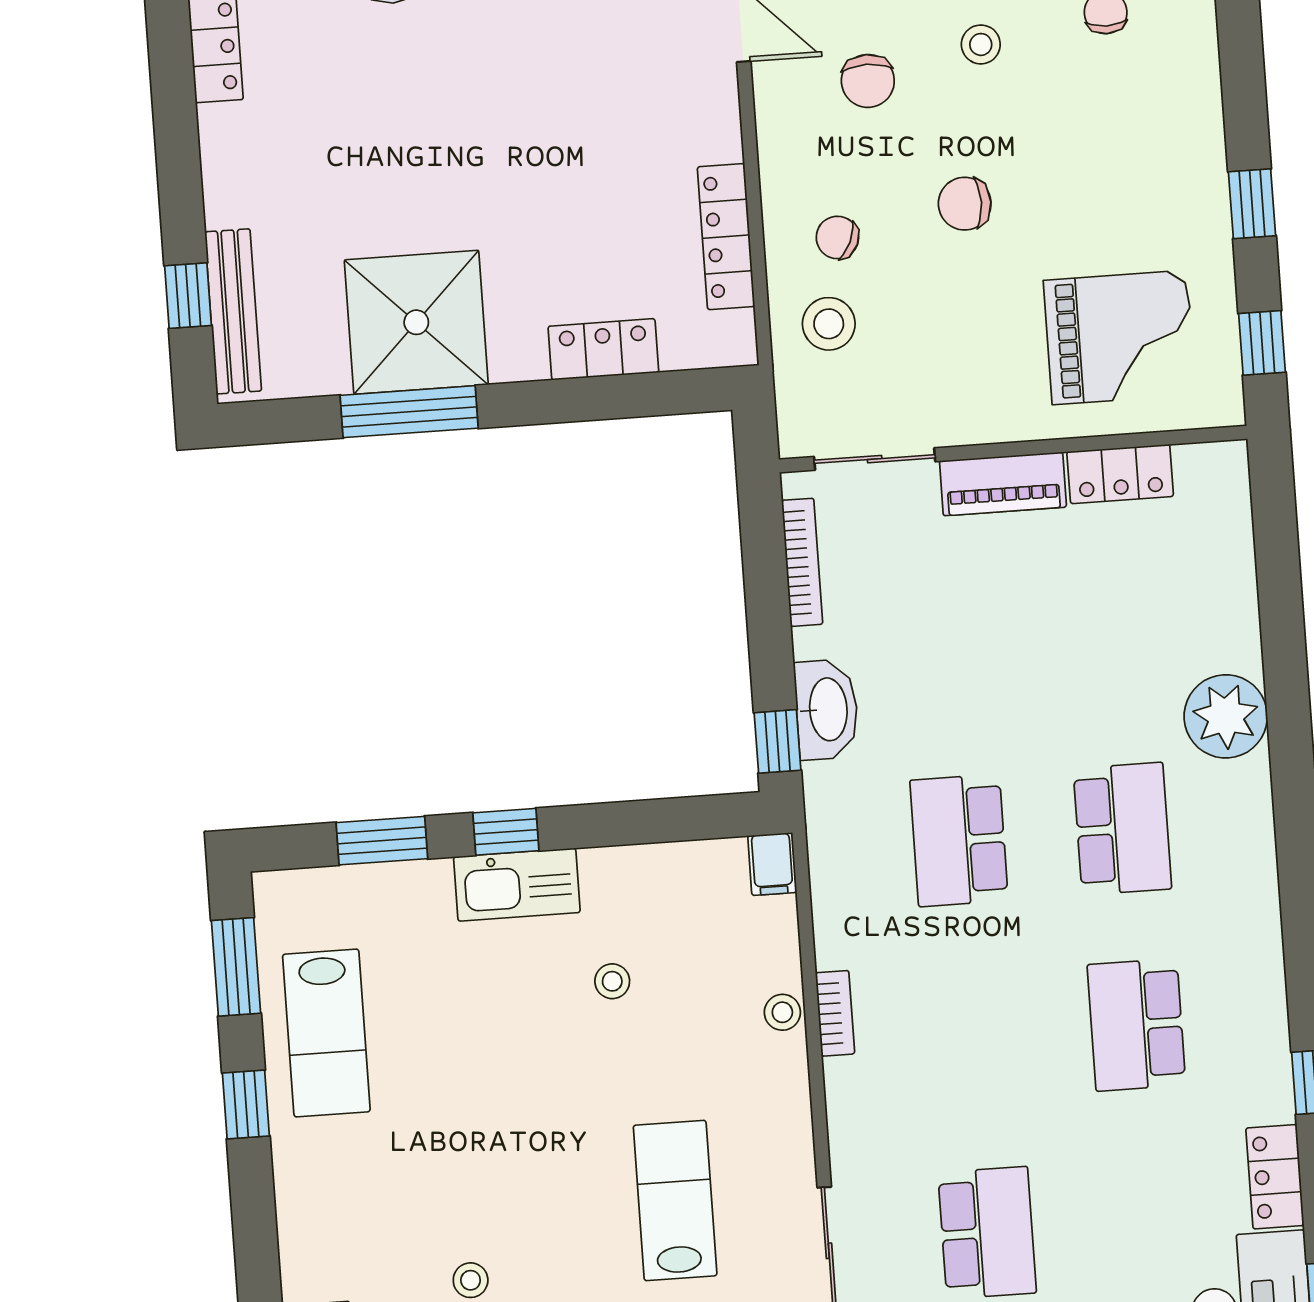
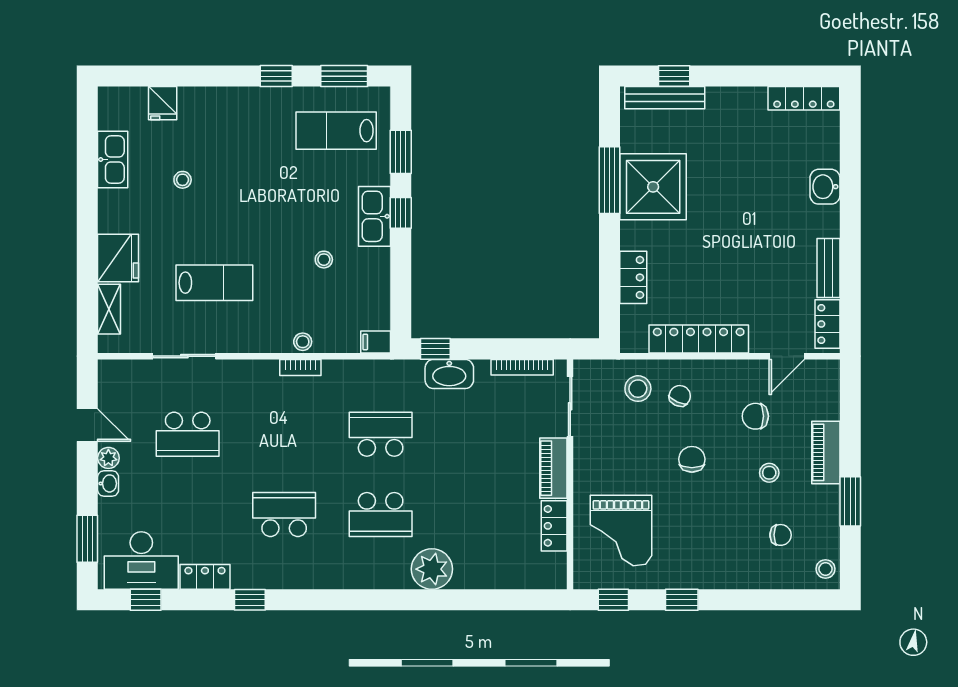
locker: (726, 237) -> (699, 339), width x1.41, depth x1.21
lab bench: (326, 1033) -> (336, 131), moved

